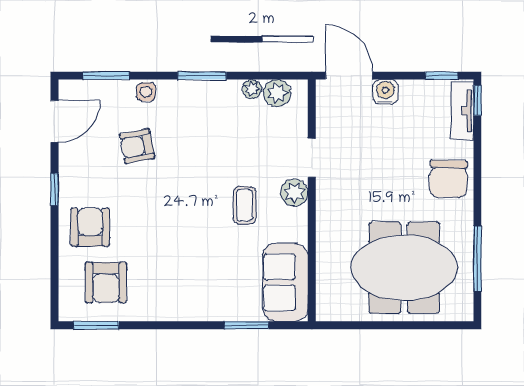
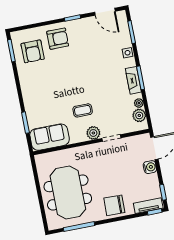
fireplace: (204, 91) -> (133, 80), added
armchair: (137, 146) -> (101, 54), removed
armchair: (106, 283) -> (33, 51), turned -90

